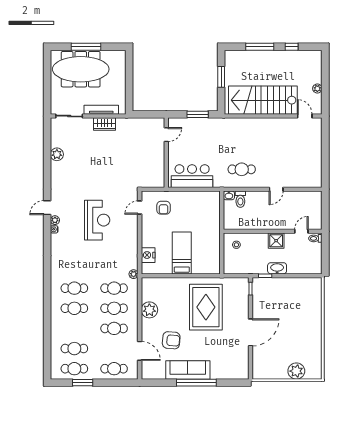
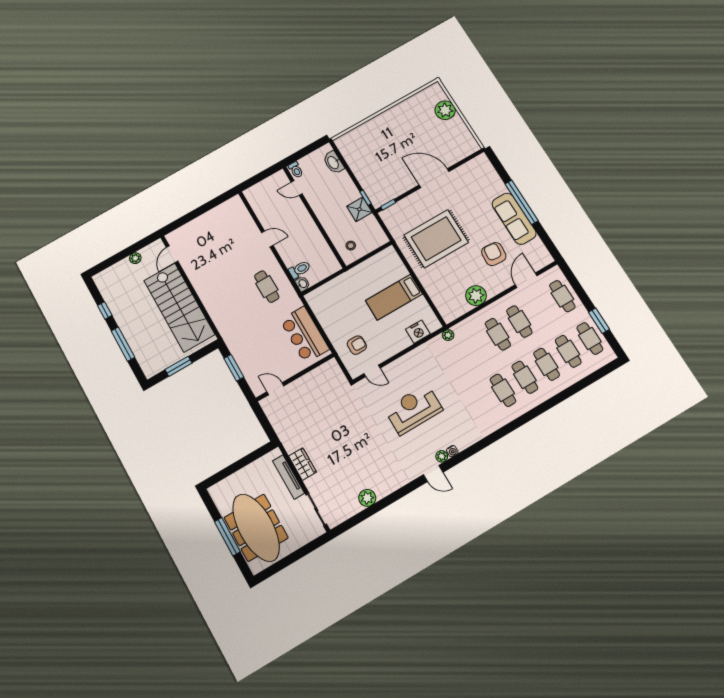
shower: (276, 241) -> (359, 209), moved
washbasin: (277, 268) -> (333, 162), moved
cafe table: (114, 288) -> (547, 364), moved

